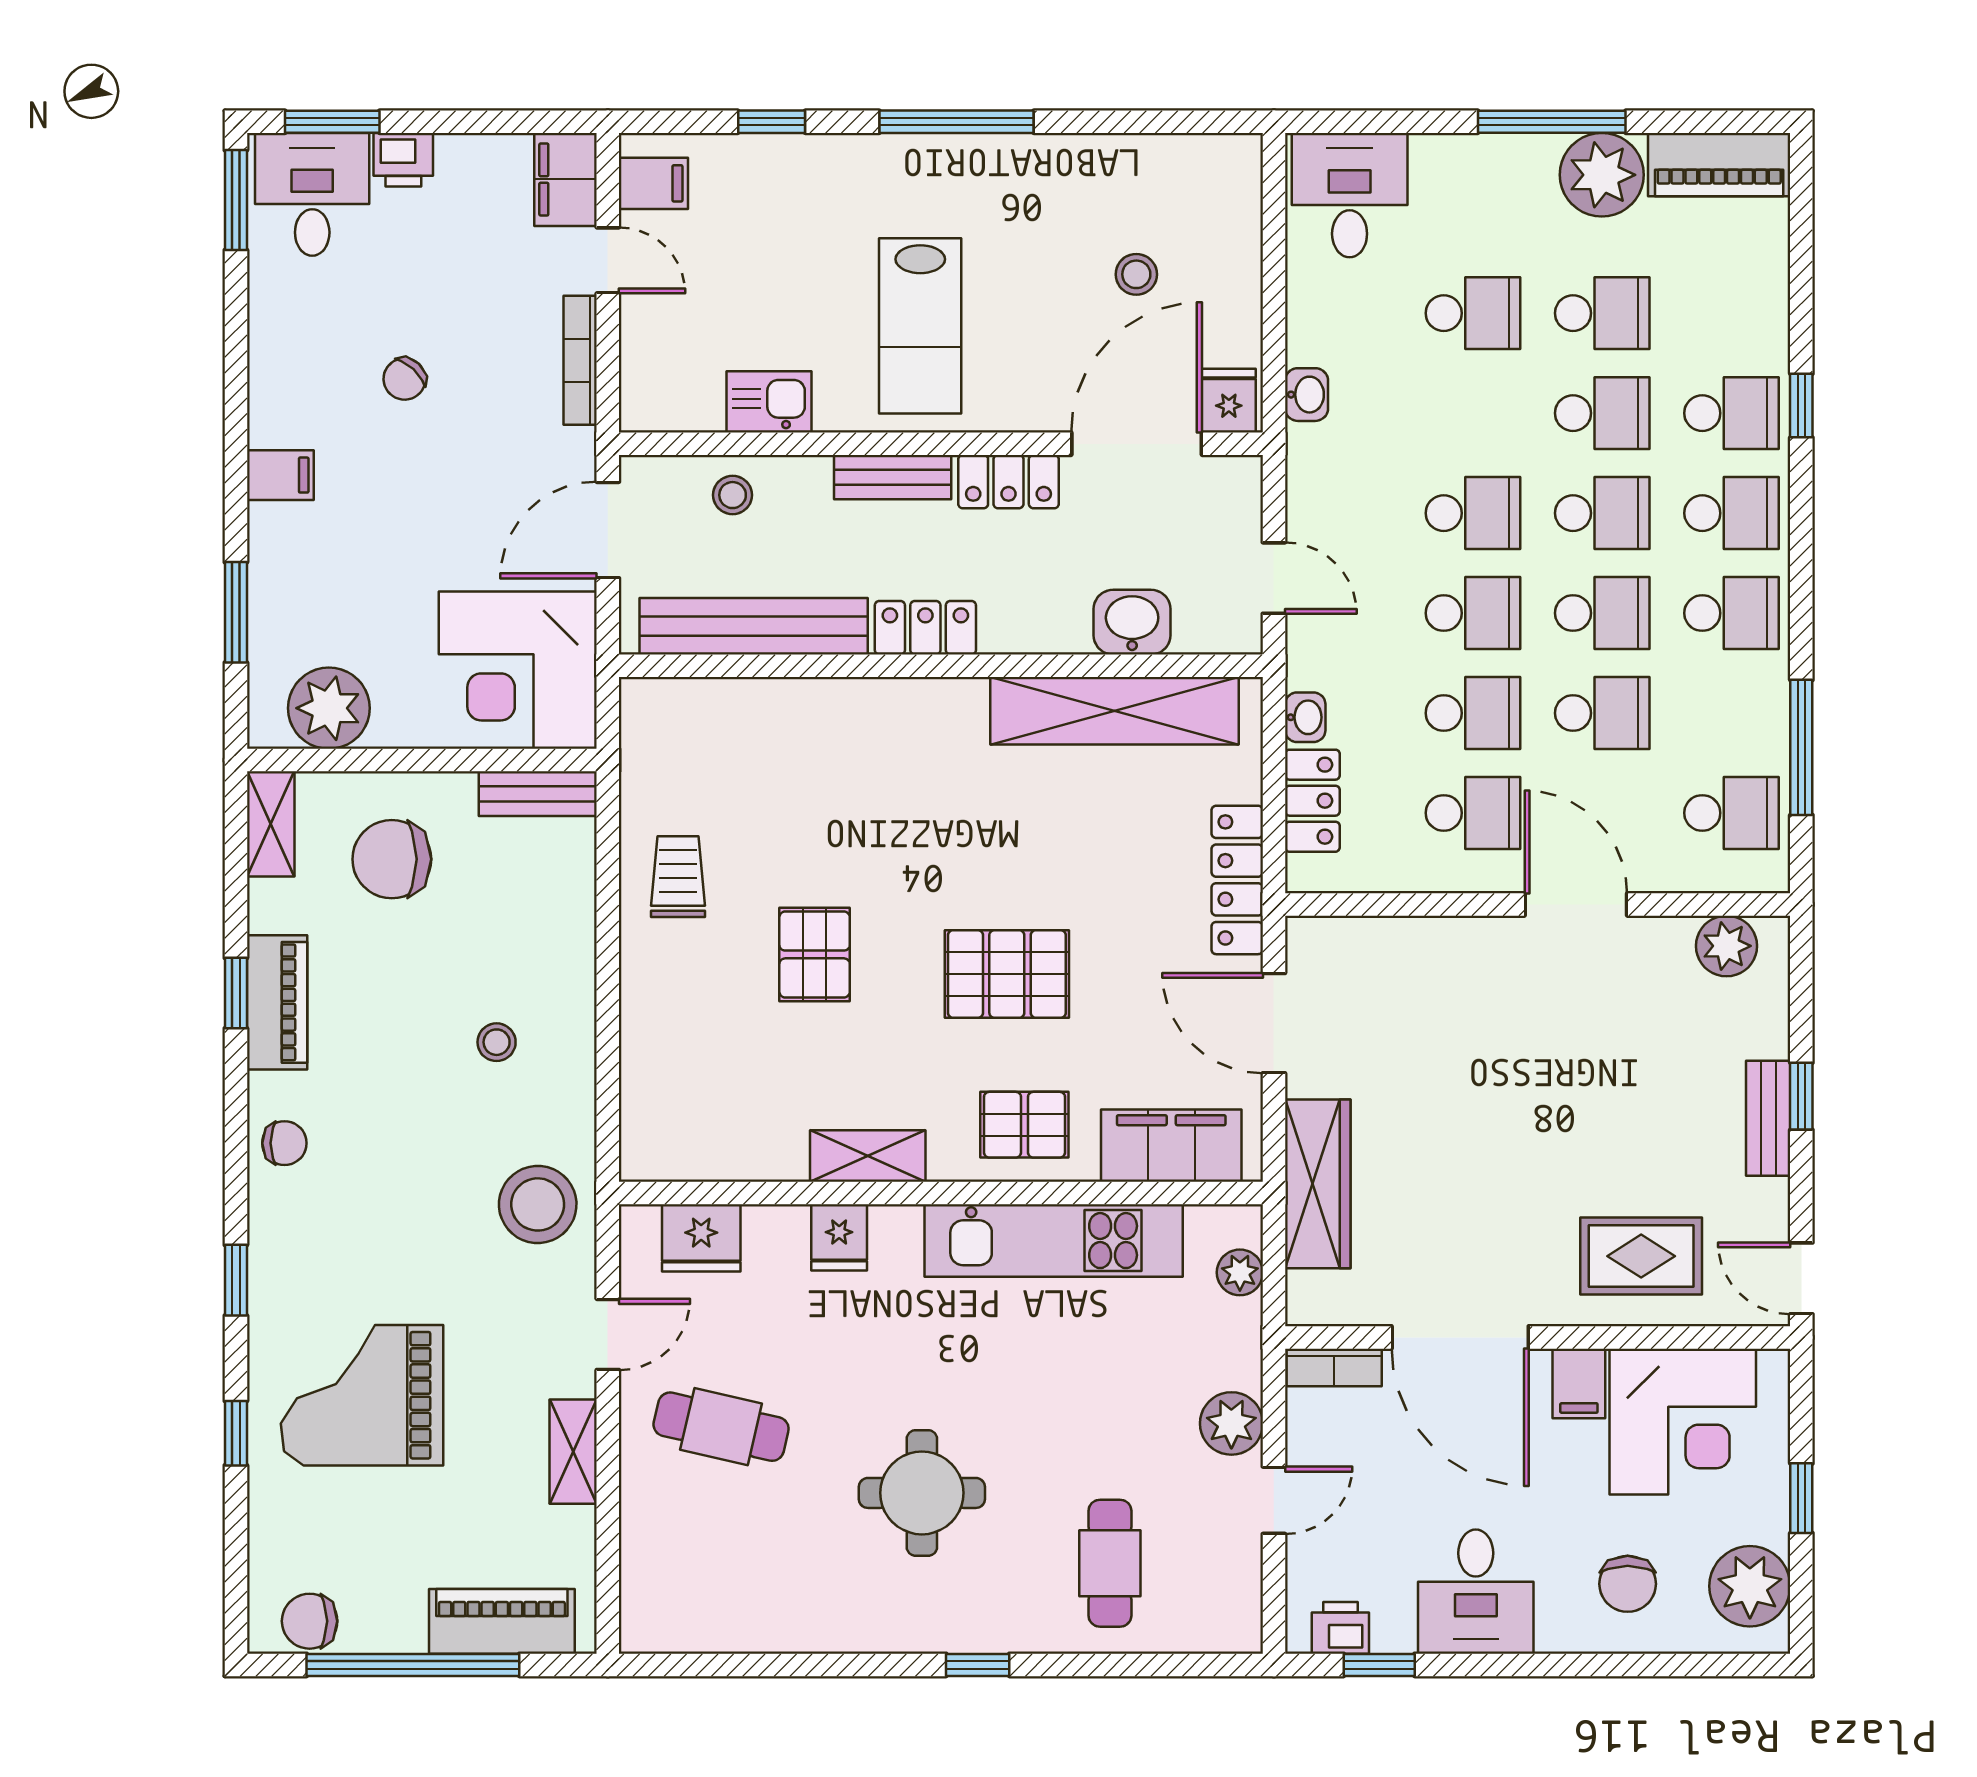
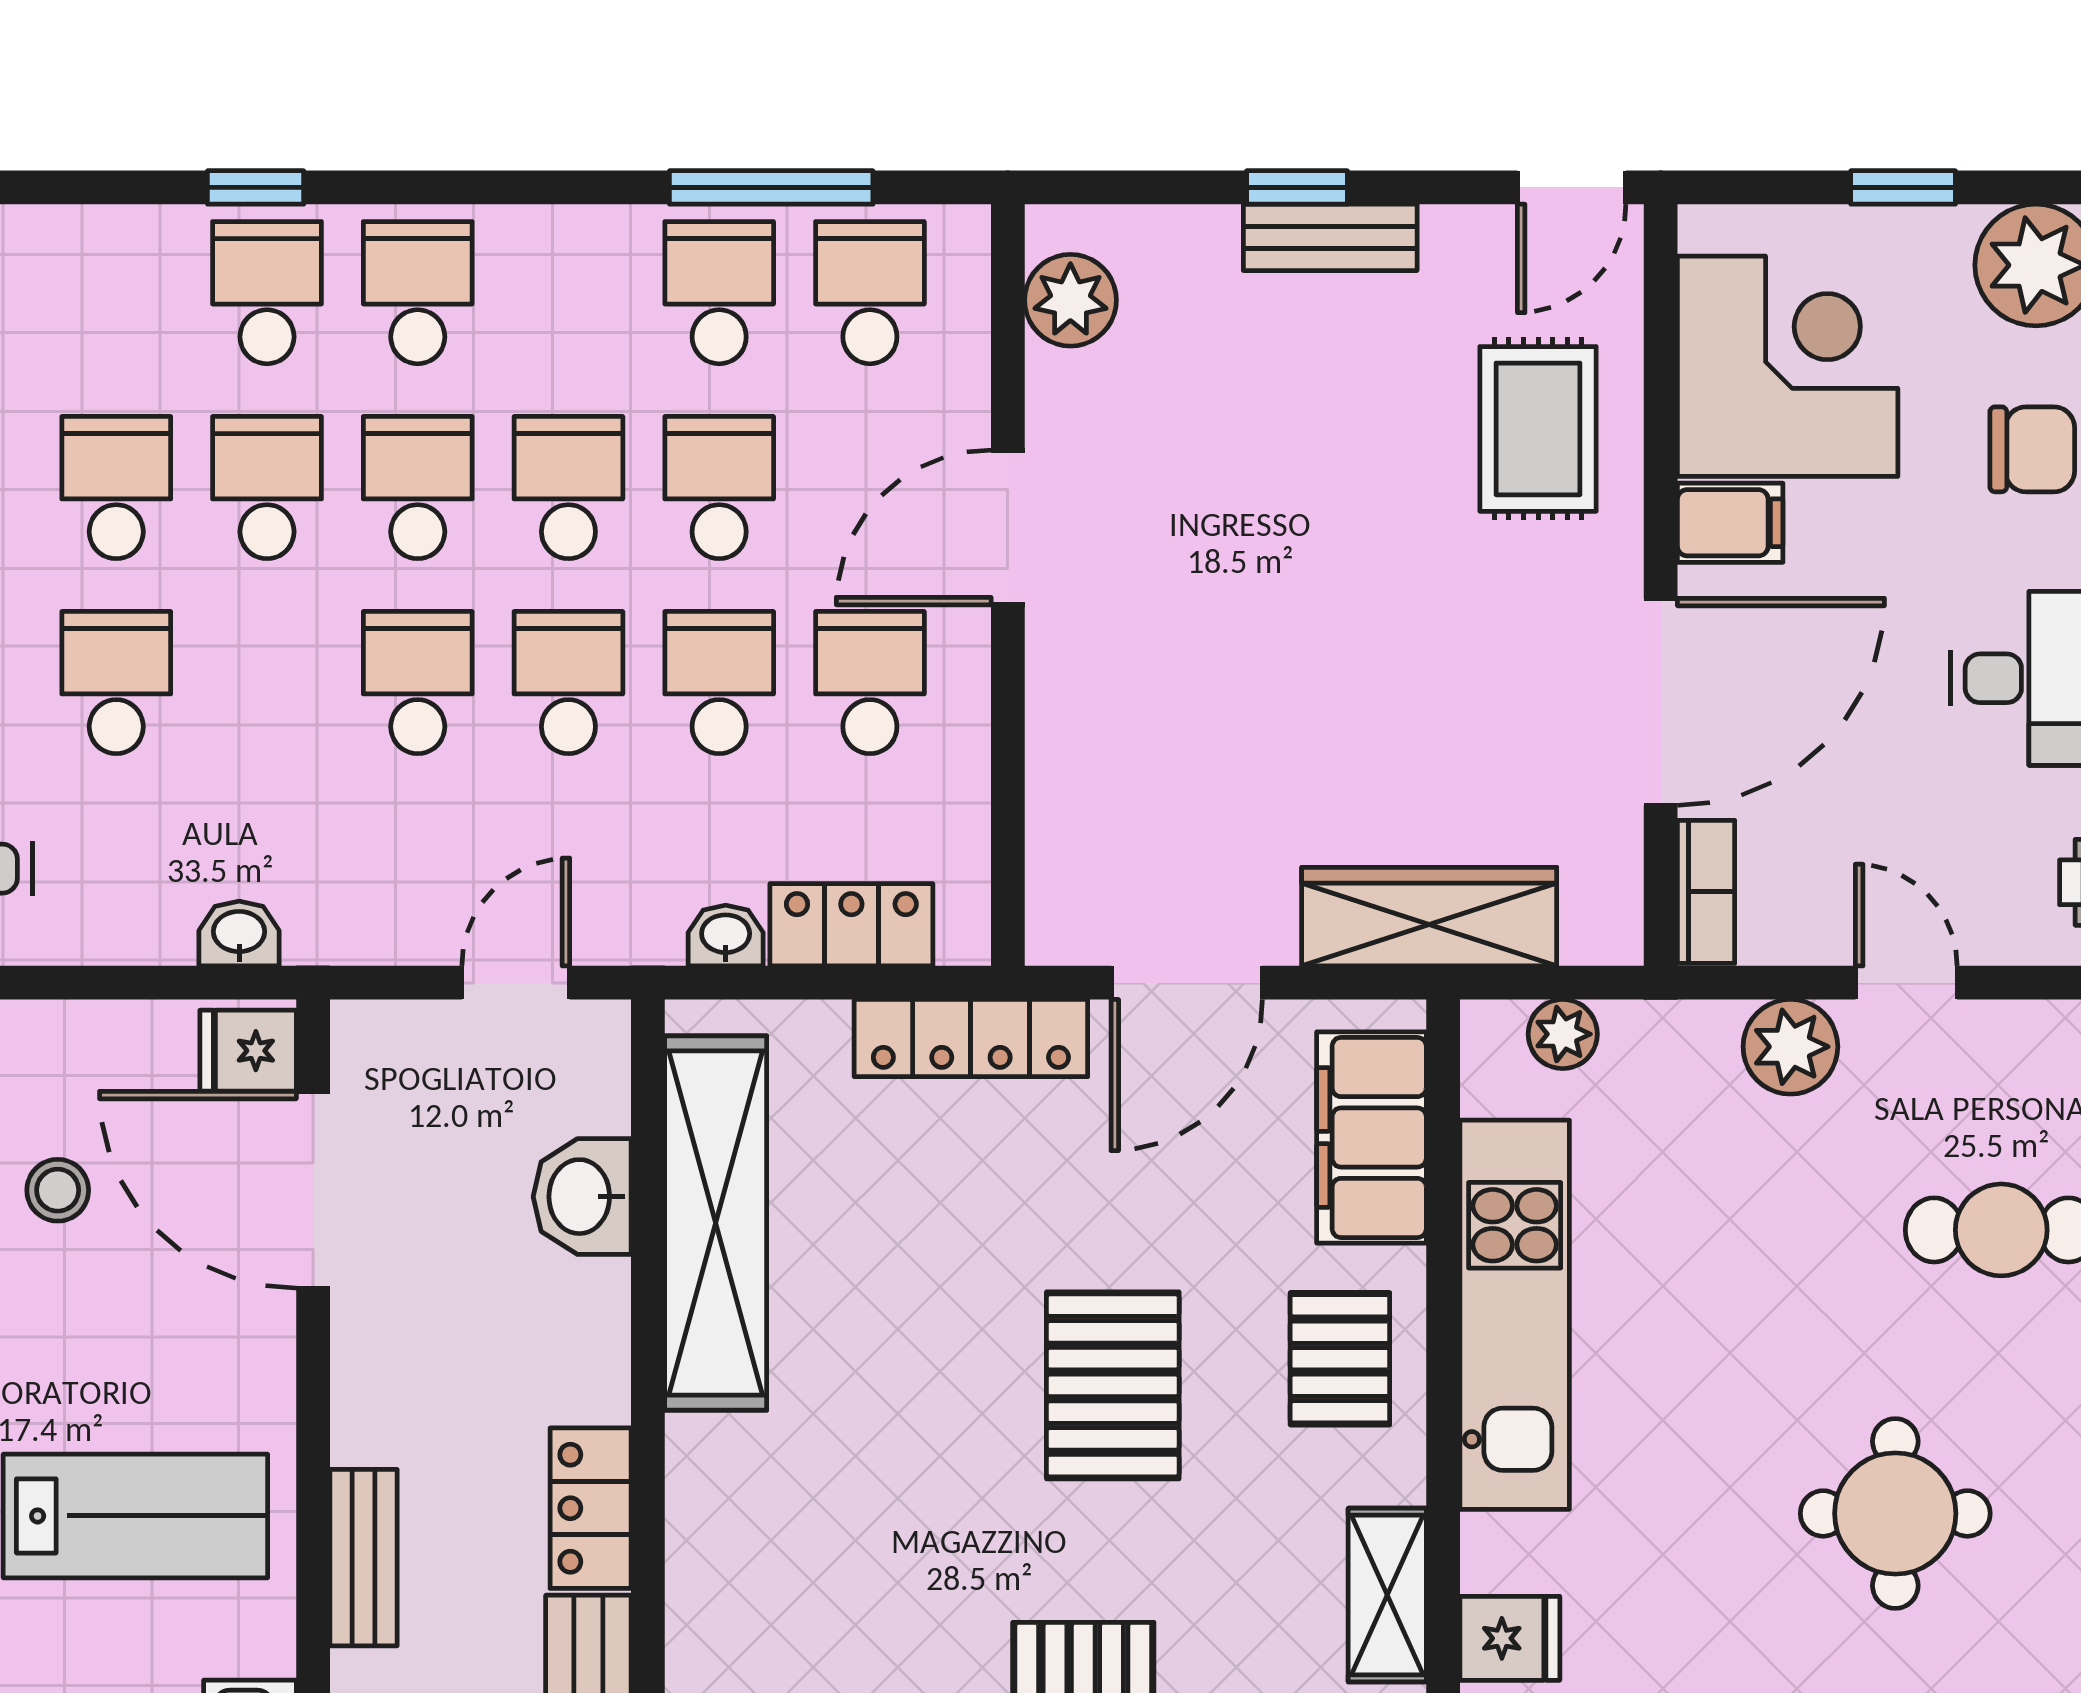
locker: (1008, 482) -> (370, 1383), removed
school desk: (1732, 613) -> (719, 293), moved

